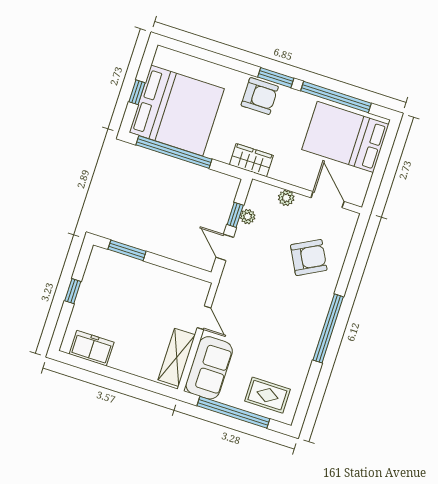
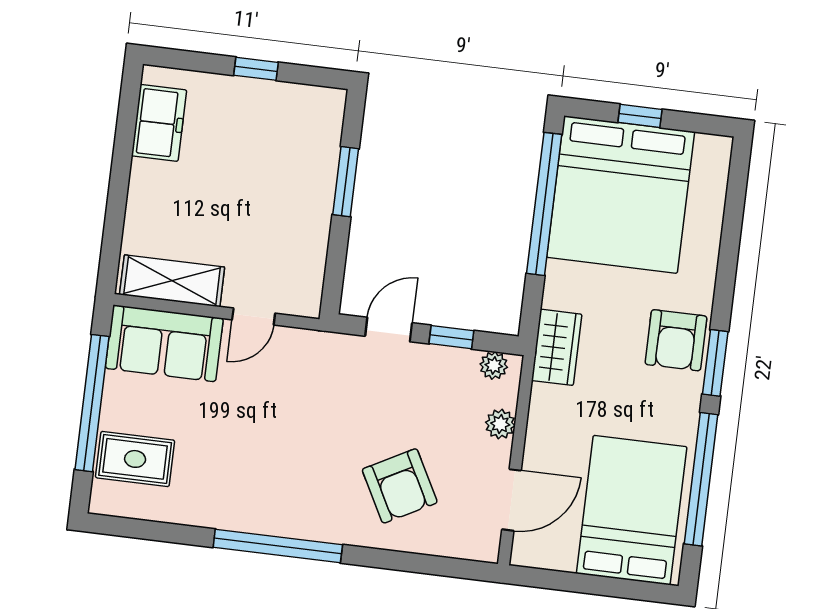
plant: (248, 217) -> (494, 366), moved
window: (127, 250) -> (346, 182), moved
rug: (267, 395) -> (135, 459), turned 90

